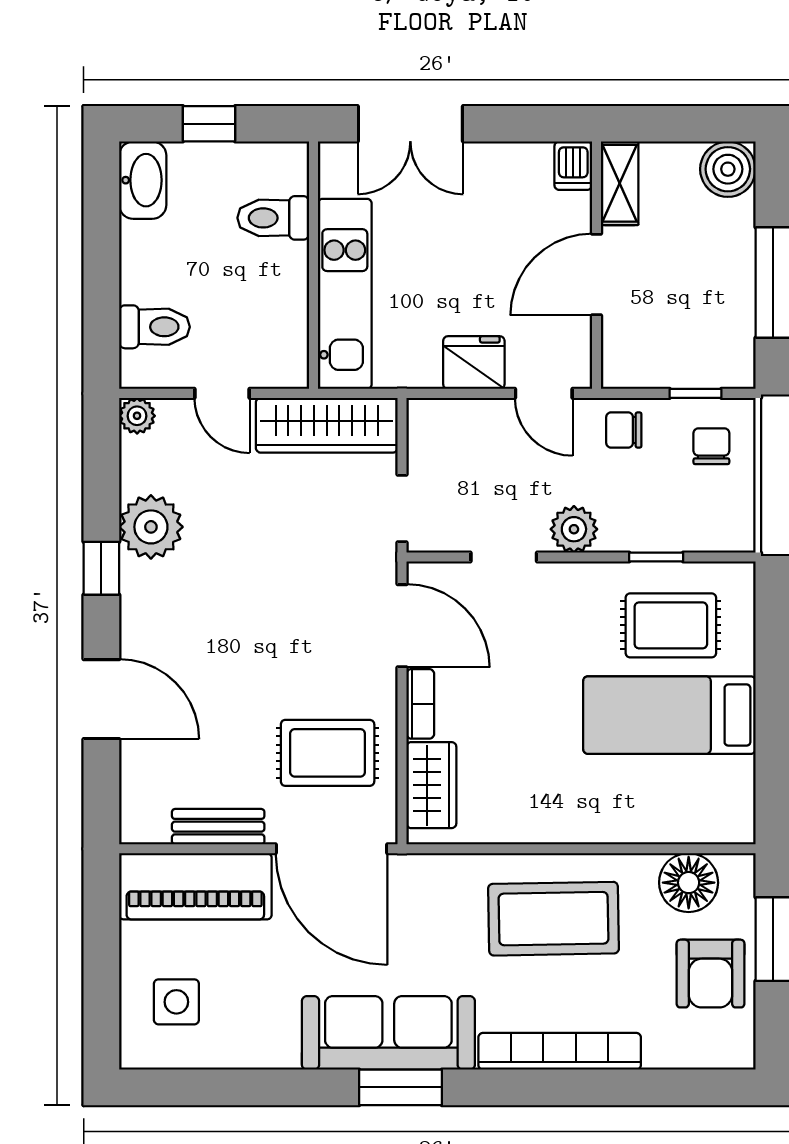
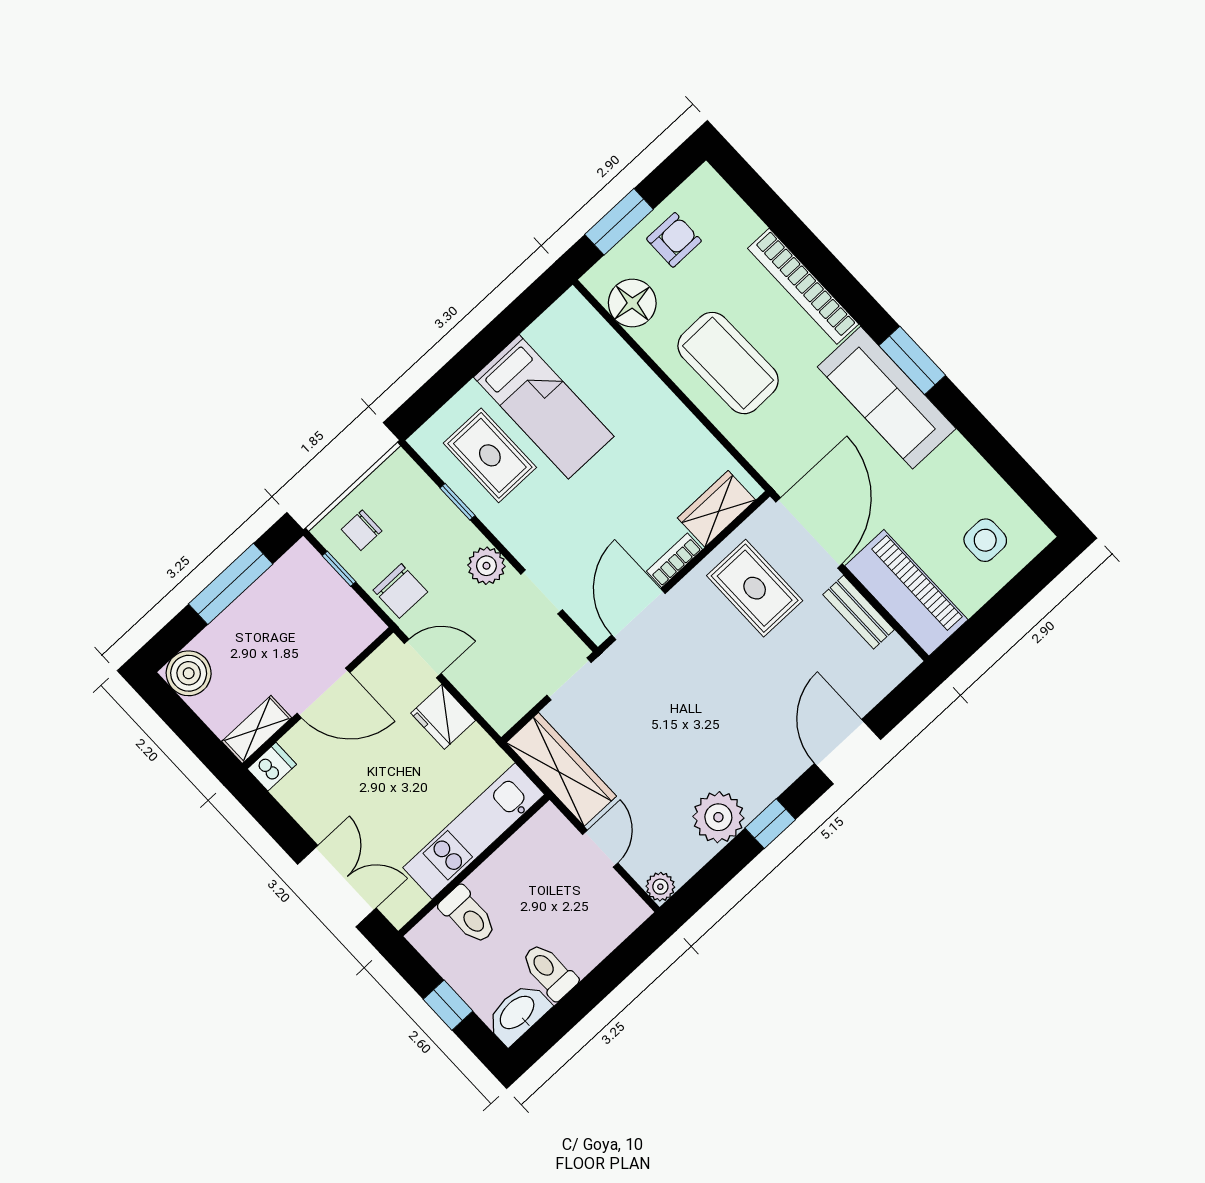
toilet: (154, 327) -> (549, 971), moved
door: (544, 393) -> (423, 658), hinge flipped
chair: (624, 430) -> (400, 591), width x1.37, depth x1.37
armchair: (710, 974) -> (674, 240), width x0.72, depth x0.72

